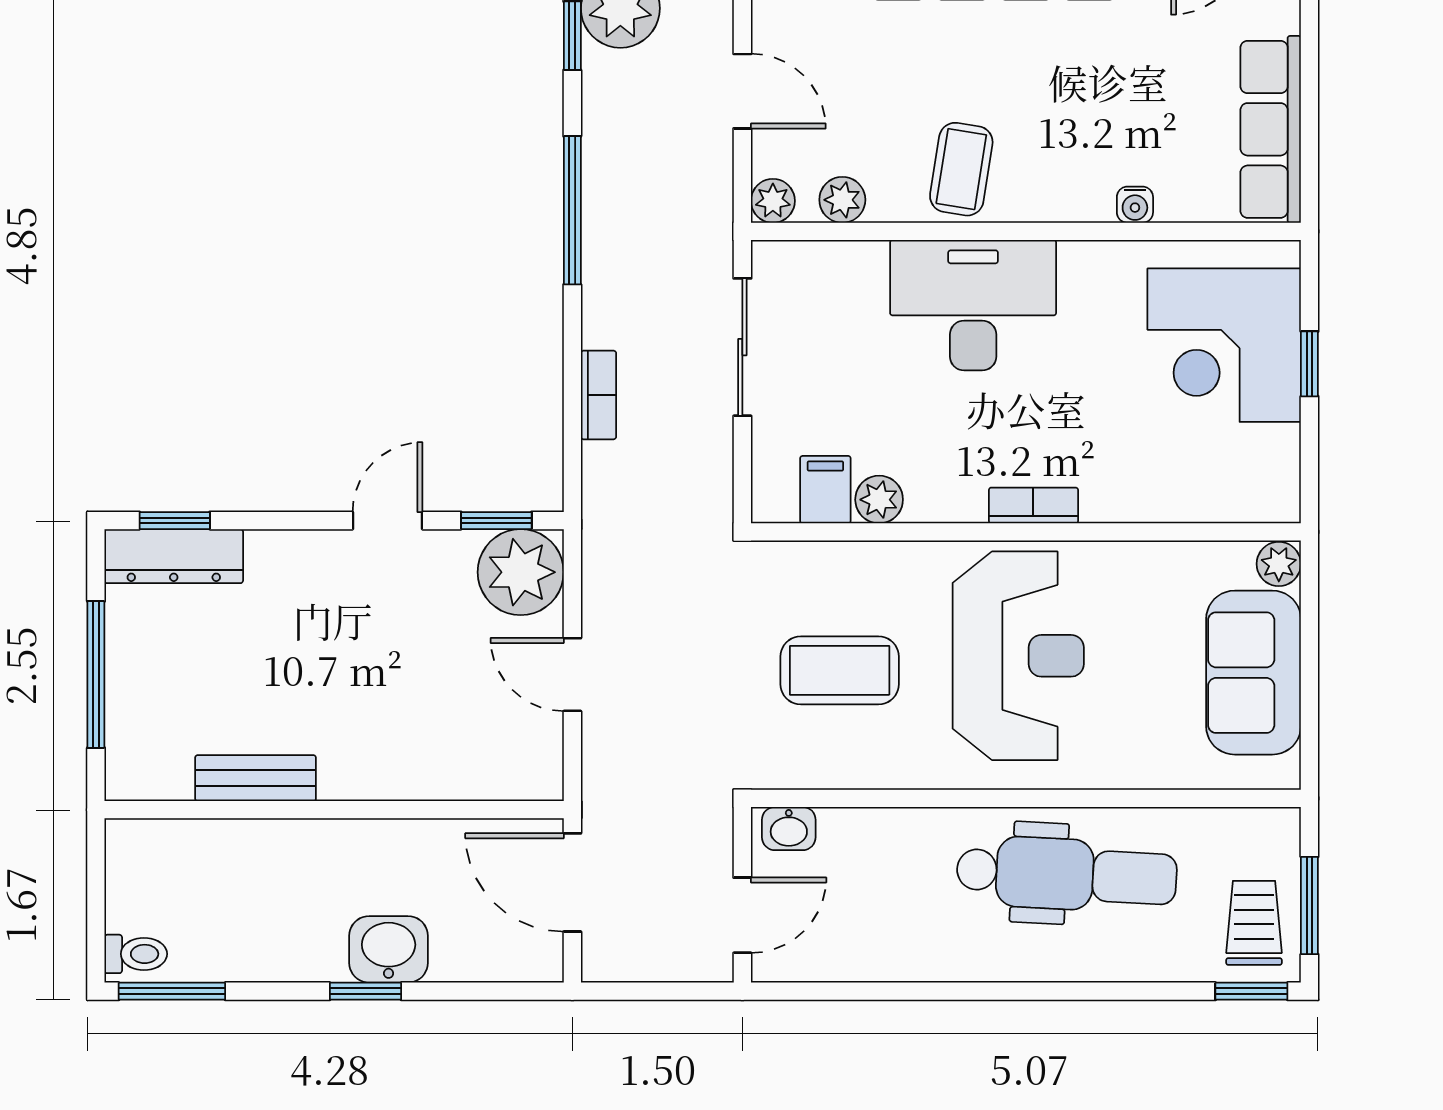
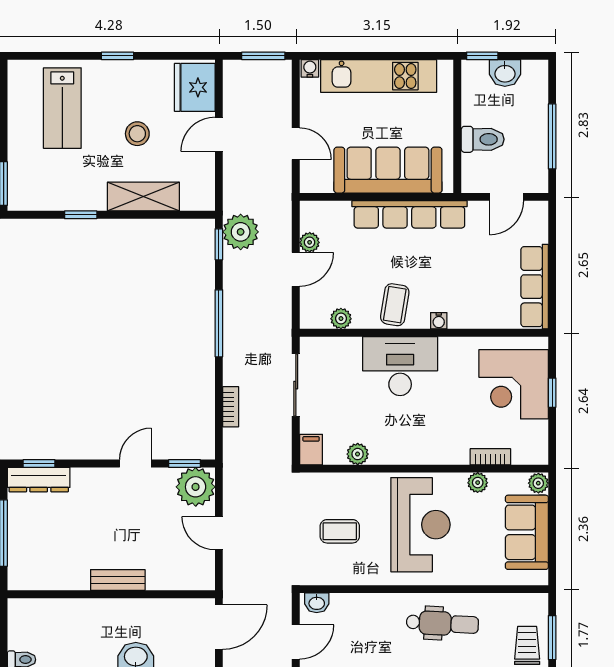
door: (742, 91) -> (296, 269), hinge flipped
plant: (773, 201) -> (310, 242), moved
water cooler: (1135, 205) -> (439, 321), moved
filing cabinet: (825, 490) -> (311, 450), moved
bookcase: (1033, 505) -> (490, 457), moved
plant: (1145, 563) -> (478, 483), added
coffee table: (840, 670) -> (340, 531), width x0.73, depth x0.77
bench: (256, 778) -> (118, 580), moved
dental chair: (1067, 874) -> (442, 623), width x0.73, depth x0.72
door: (572, 882) -> (219, 627), swing flipped

